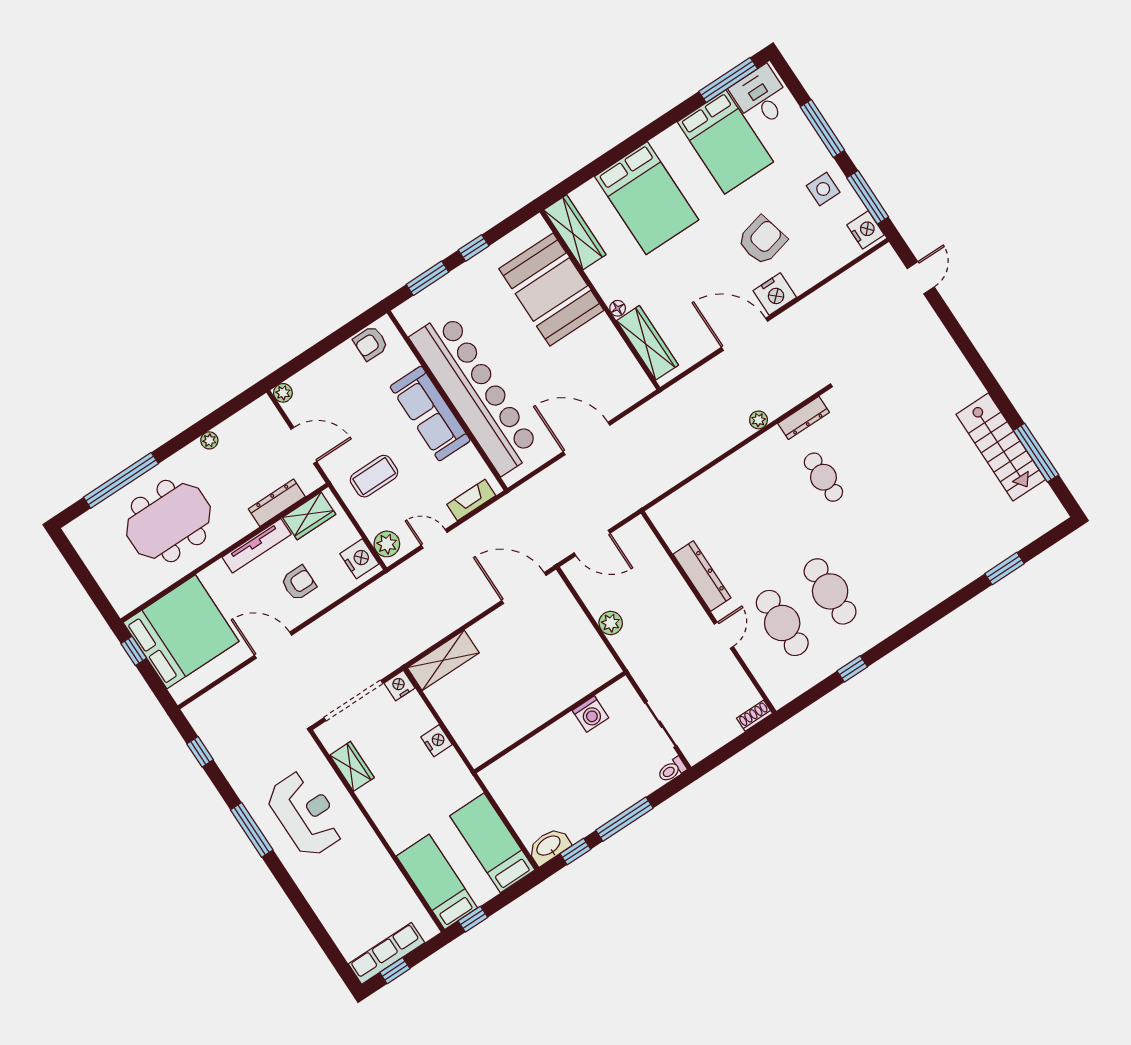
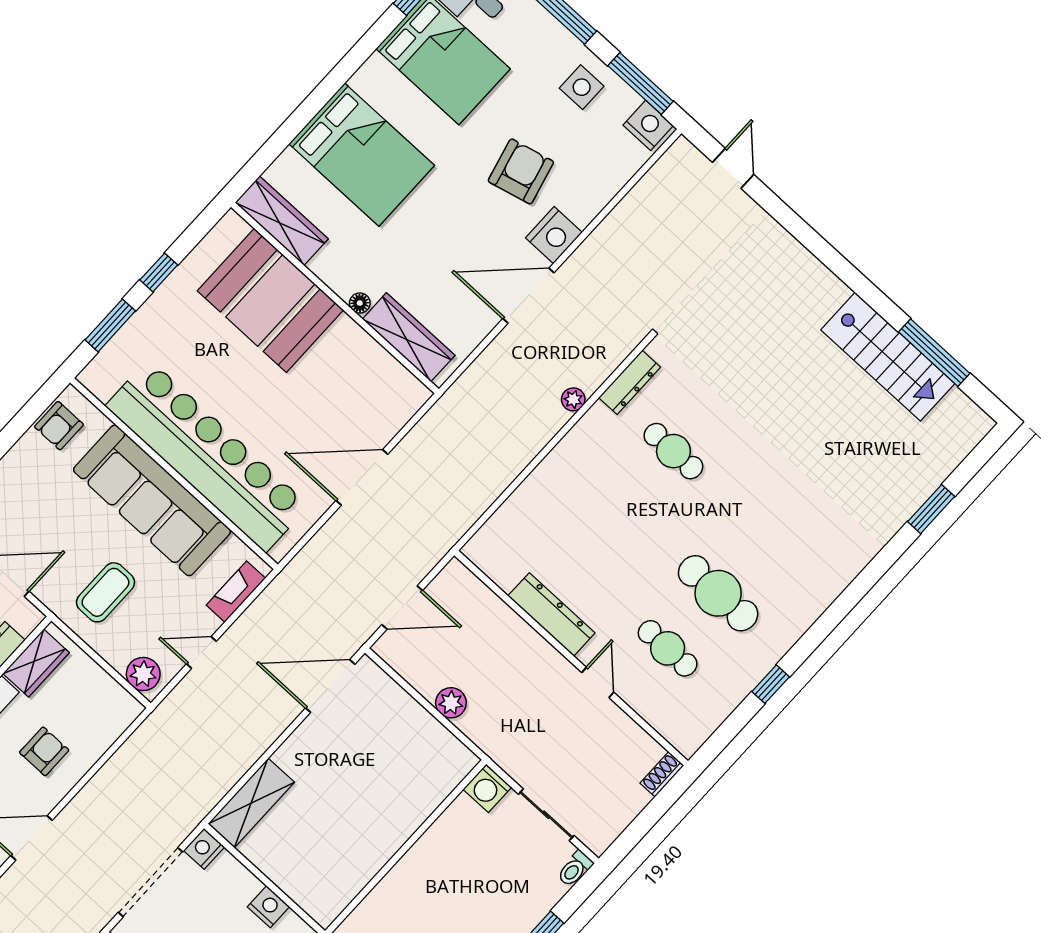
sofa: (430, 414) -> (152, 500), width x1.36, depth x1.27
nightstand: (359, 559) -> (113, 701), removed
cafe table: (782, 623) -> (668, 648), width x0.73, depth x0.74
washing machine: (590, 714) -> (487, 788), moved, turned 90

